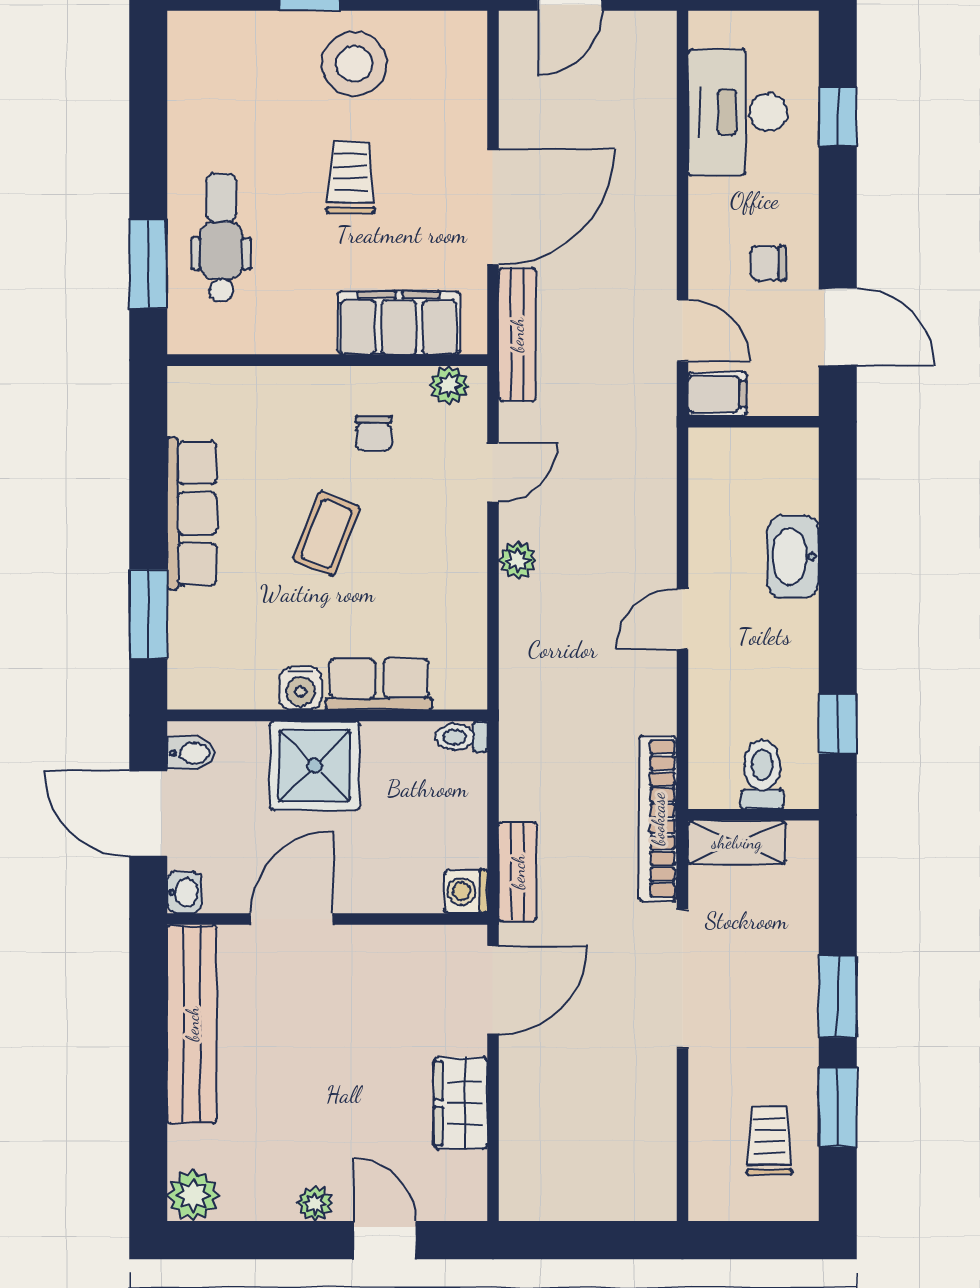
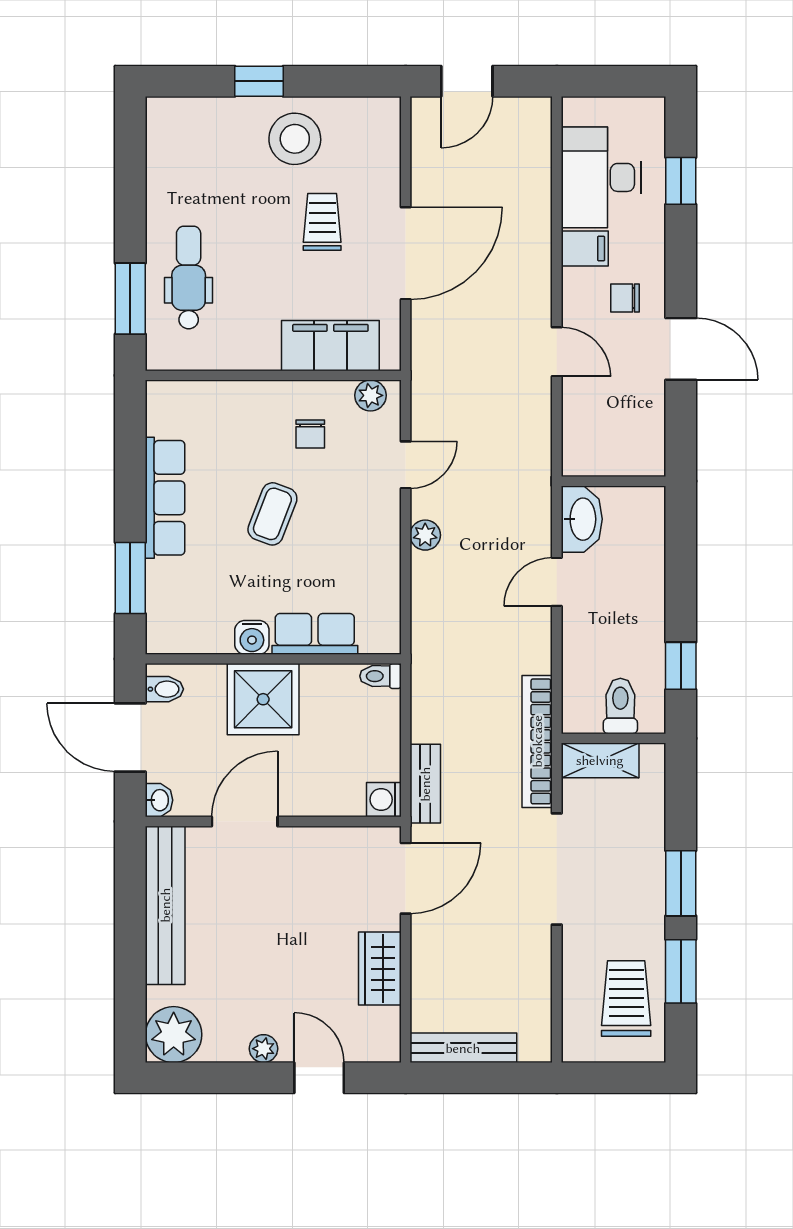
trolley: (351, 177) -> (322, 222), moved
bench: (517, 335) -> (463, 1048), moved, turned 90
filing cabinet: (717, 394) -> (585, 249), moved
wall: (753, 422) -> (613, 481), moved
washbasin: (793, 557) -> (582, 519), moved, turned 180
trolley: (769, 1141) -> (626, 998), width x1.36, depth x1.39
plant: (193, 1195) -> (174, 1035), width x1.36, depth x1.36

